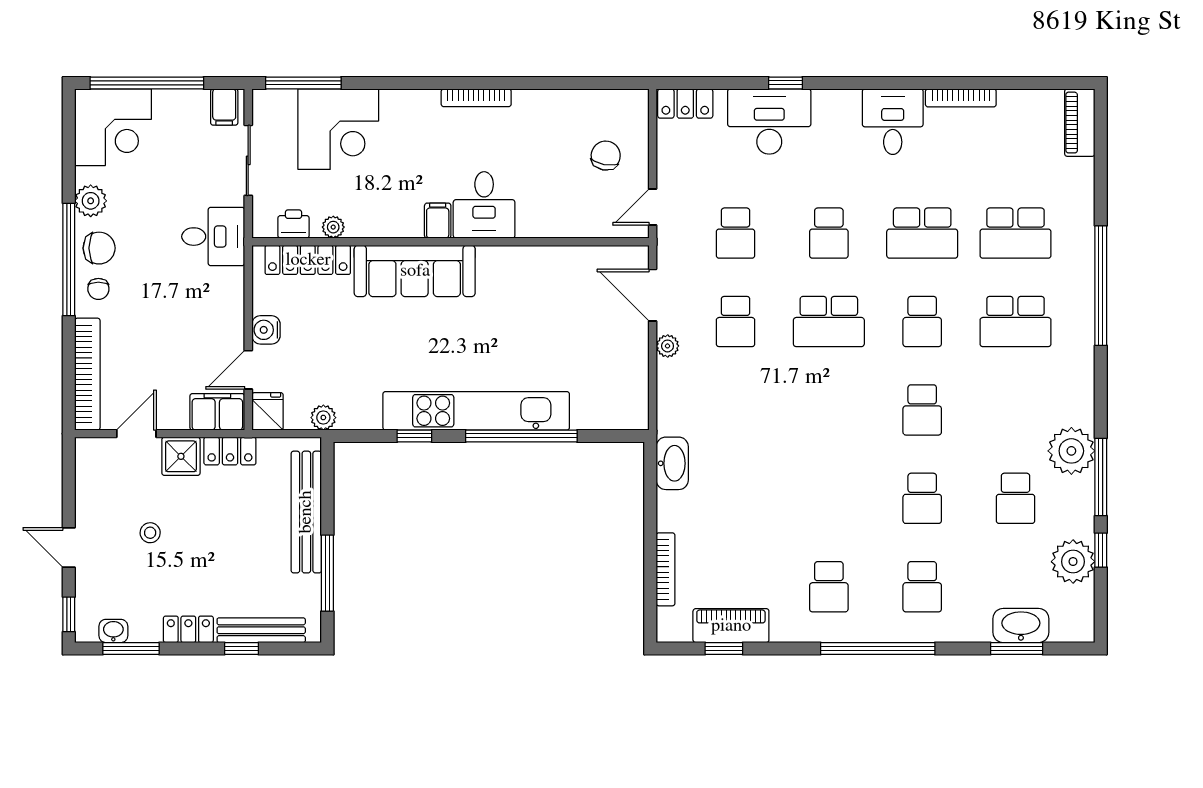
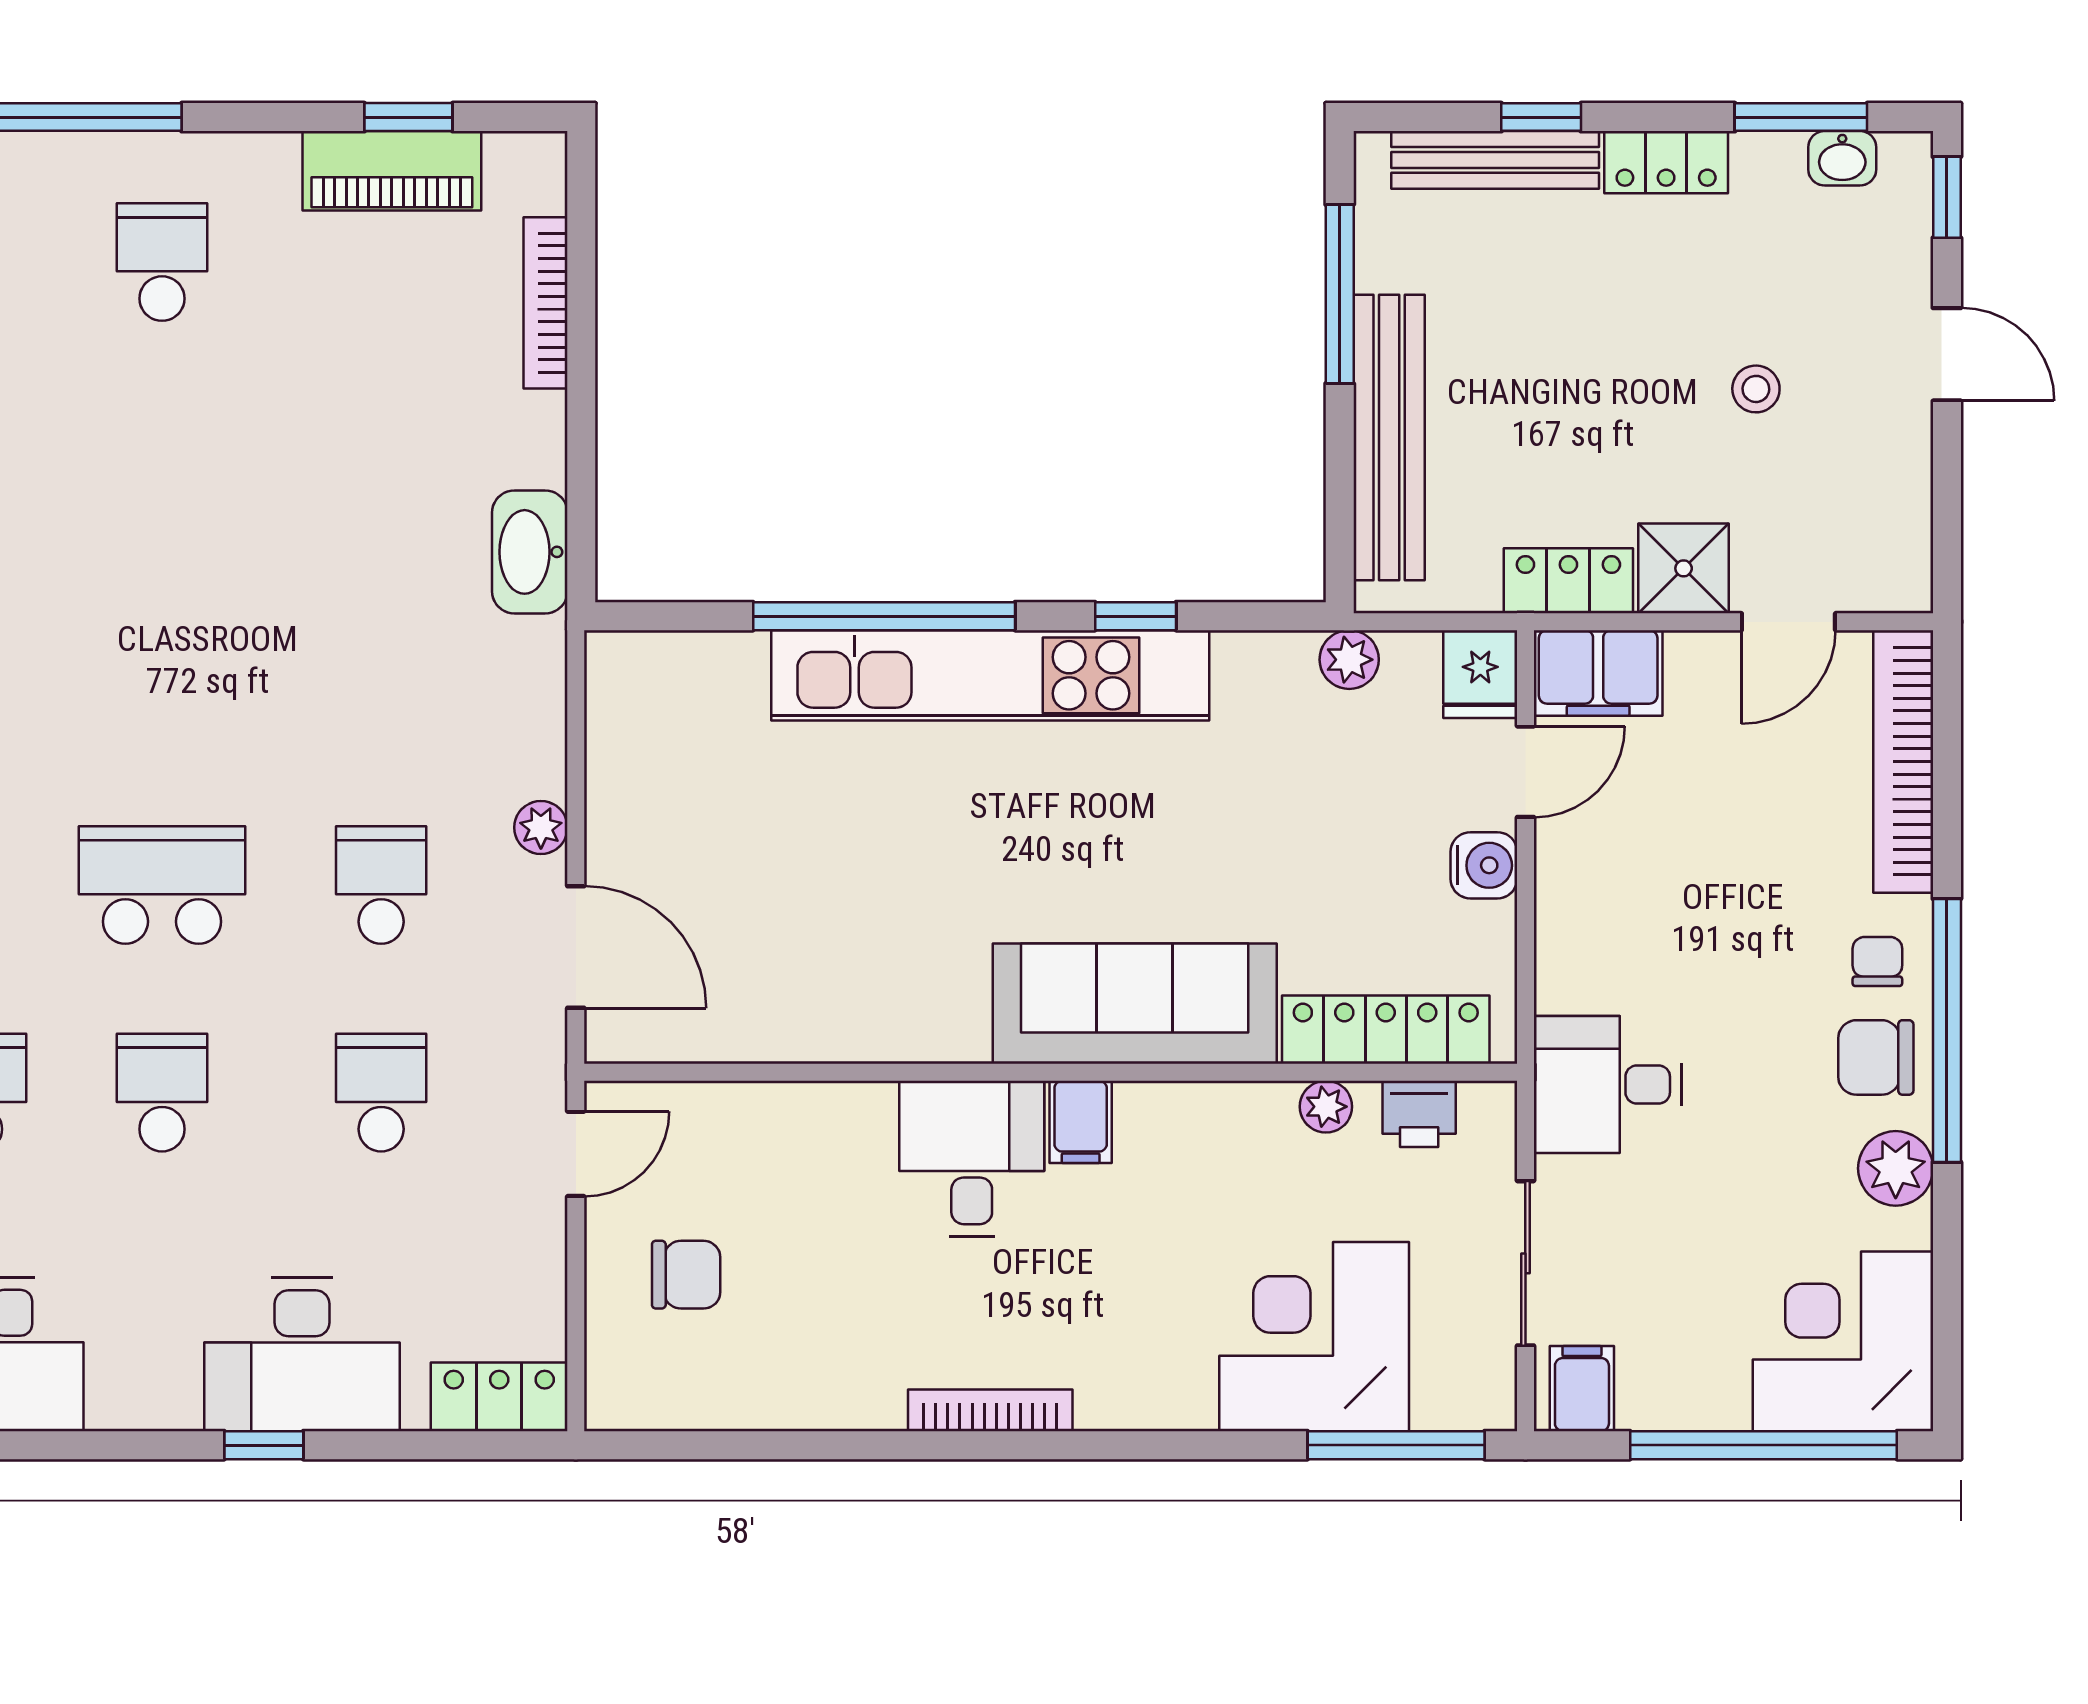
chair: (606, 156) -> (686, 1275), turned -101

